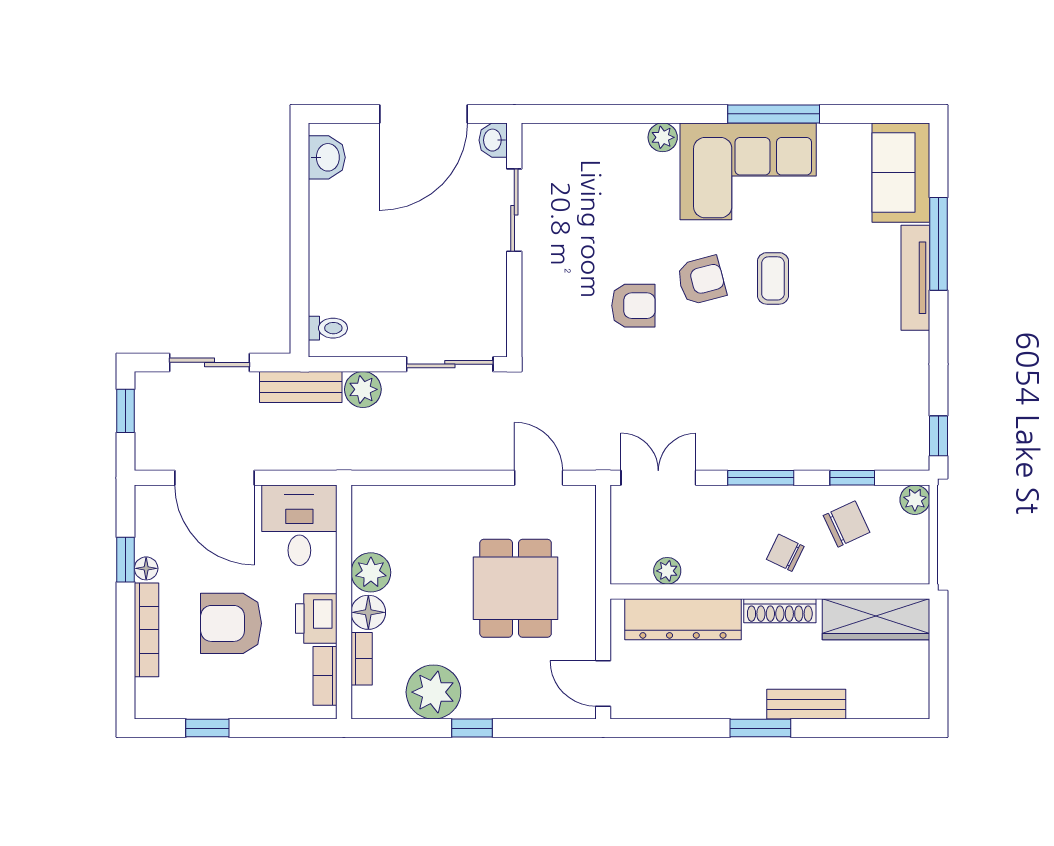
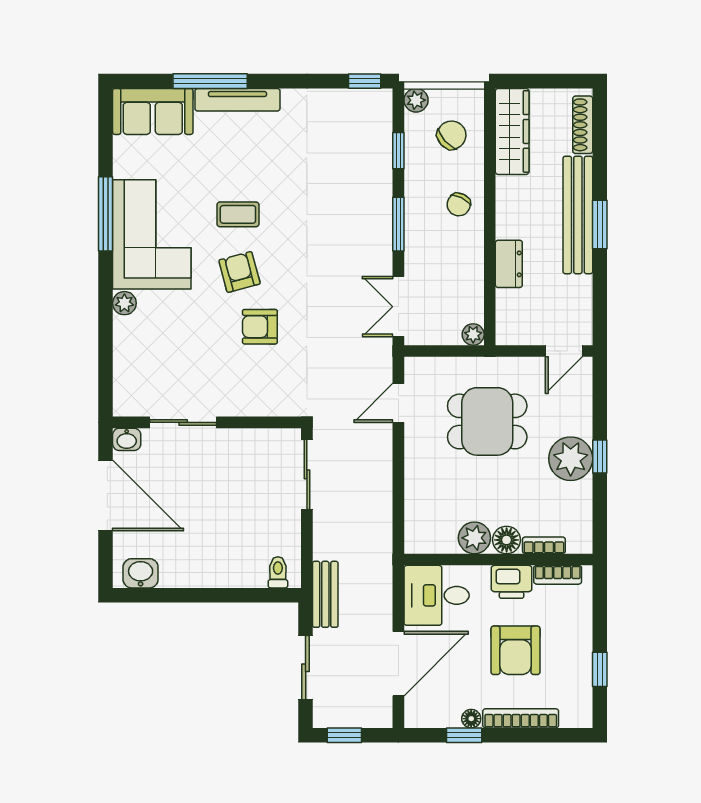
armchair: (633, 306) -> (260, 327), turned -90
plant: (363, 389) -> (327, 544), removed
chair: (847, 524) -> (452, 135), moved, turned 73
plant: (667, 571) -> (473, 334), moved
shoe rack: (780, 611) -> (583, 125), moved, turned 180
dresser: (683, 619) -> (509, 264), width x0.51, depth x0.80
plant: (433, 692) -> (571, 459), moved
bench: (806, 704) -> (578, 215), width x1.86, depth x1.21

